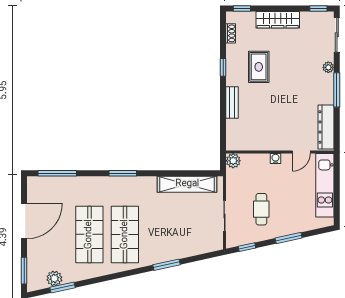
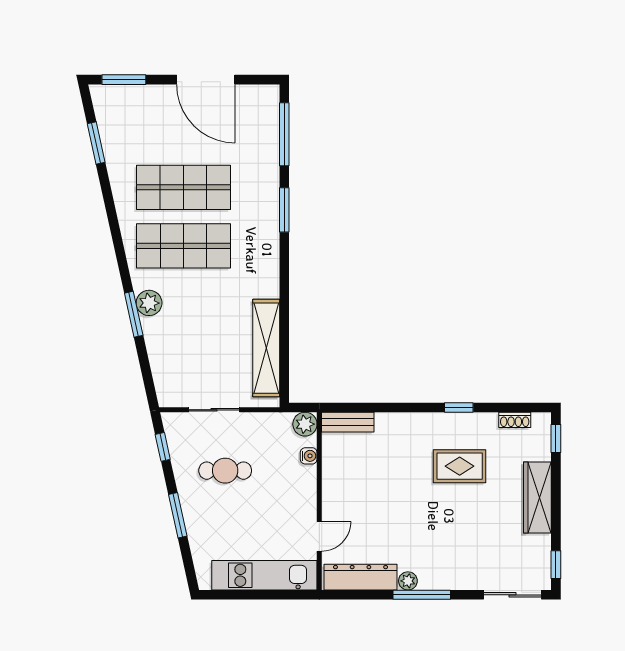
plant: (328, 67) -> (408, 581), moved
bench: (232, 103) -> (348, 422), moved
door: (301, 152) -> (319, 536), swing flipped
water cooler: (275, 158) -> (309, 456), moved
window: (123, 173) -> (284, 210), moved
plant: (54, 278) -> (149, 303), moved

